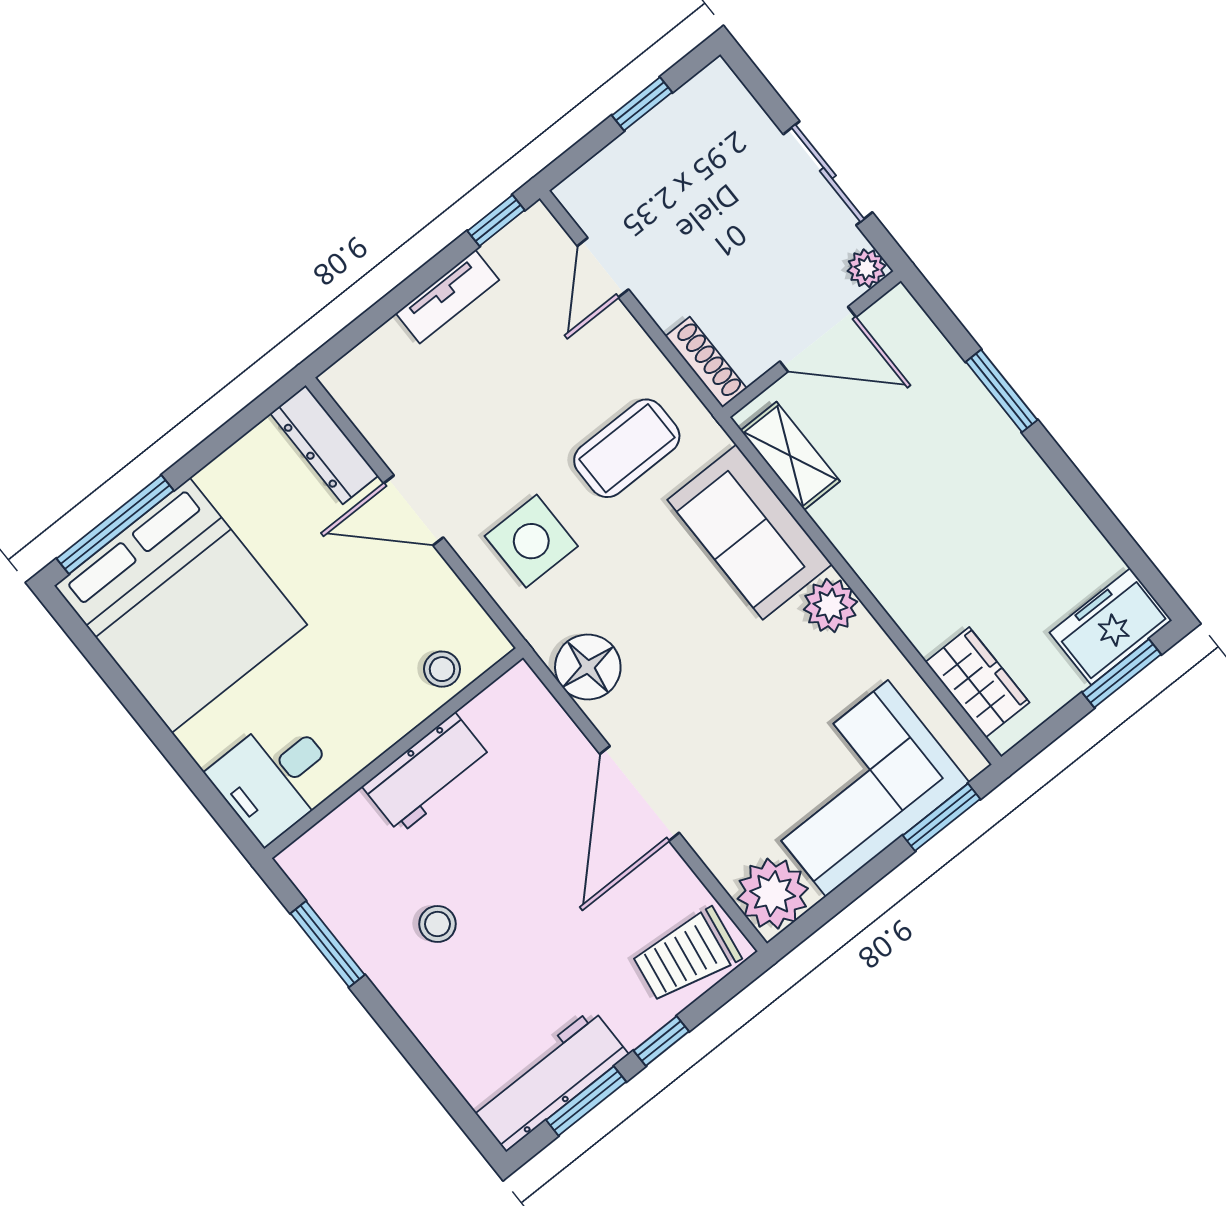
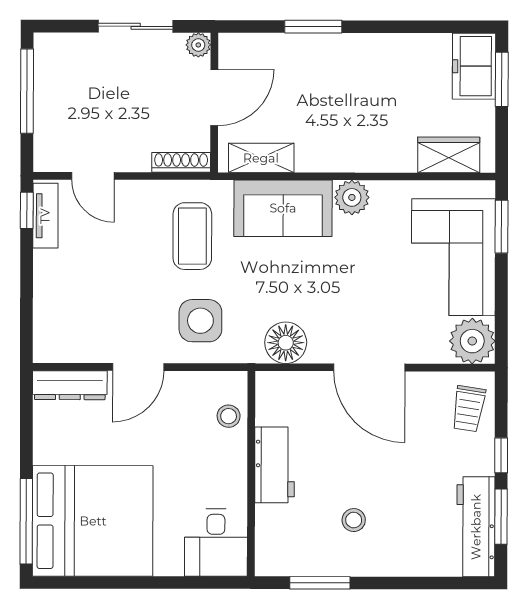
window: (642, 104) -> (27, 91), width x2.17
tv unit: (448, 297) -> (45, 216), moved
trolley: (686, 955) -> (469, 409), width x0.73, depth x0.72

